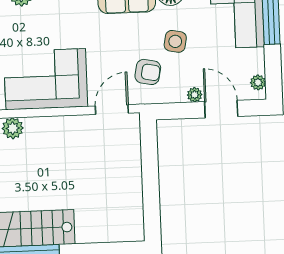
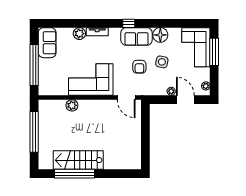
armchair: (148, 72) -> (139, 67), moved, turned 79
door: (112, 110) -> (126, 97), swing flipped

